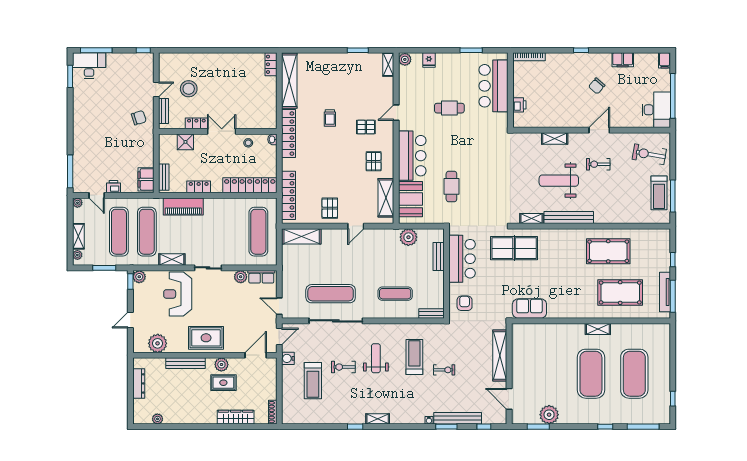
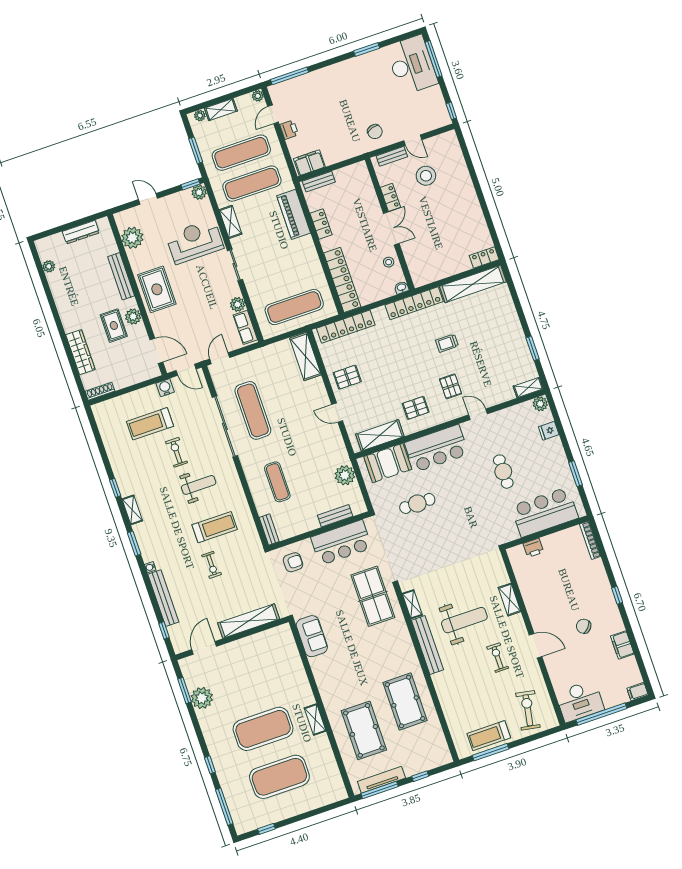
desk: (89, 66) -> (412, 65), width x1.36, depth x1.30
window: (70, 76) -> (367, 50), moved
shower: (185, 142) -> (366, 192), removed
weight bench: (559, 181) -> (464, 620), turned 90
window: (446, 427) -> (134, 544), moved

